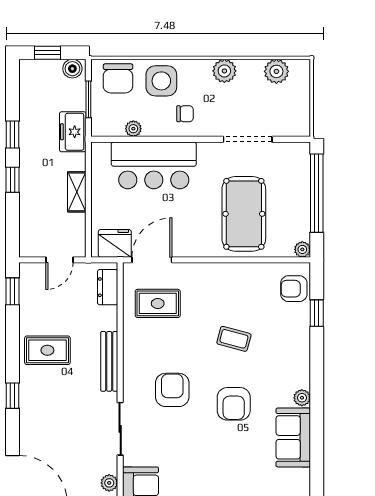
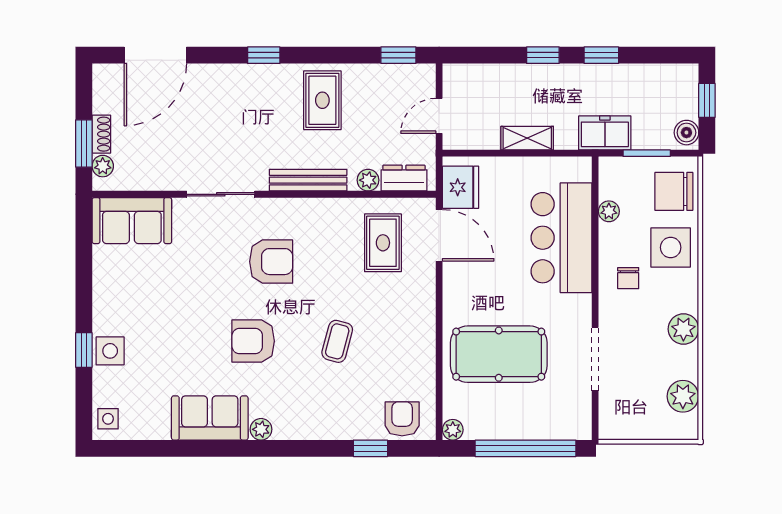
door: (59, 260) -> (439, 116), hinge flipped
plant: (109, 483) -> (368, 180), moved

